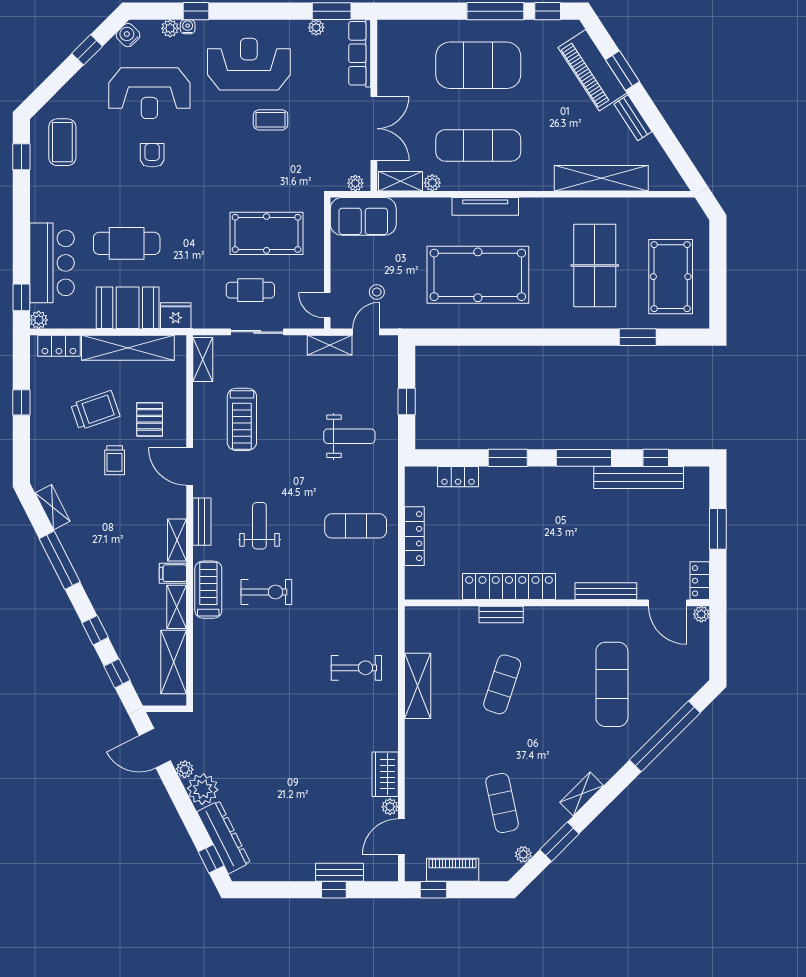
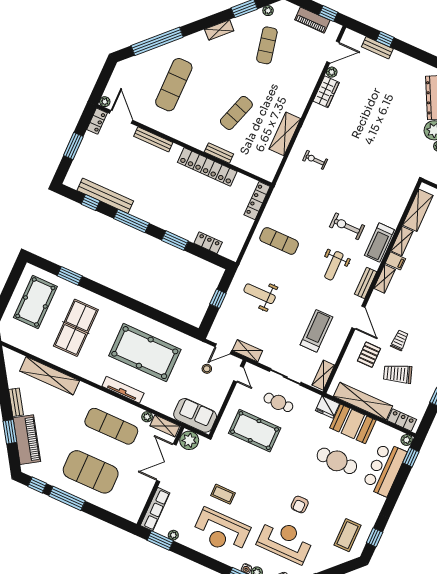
plant: (355, 183) -> (189, 440), width x1.88, depth x1.88
locker: (414, 536) -> (257, 201), moved
exercise bike: (356, 668) -> (315, 160), width x0.73, depth x0.72

